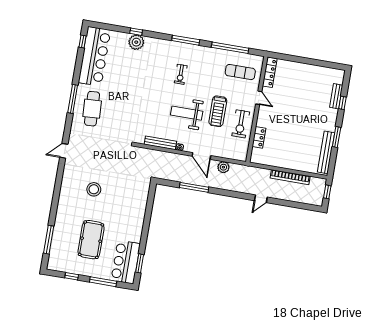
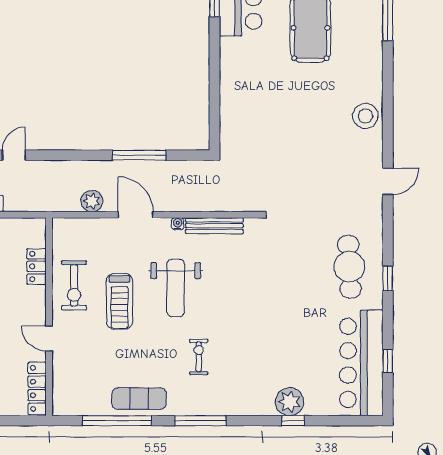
window: (83, 41) -> (388, 361), moved
exercise mat: (240, 72) -> (139, 399), moved
window: (73, 99) -> (388, 278), width x0.46
treadmill: (218, 111) -> (120, 301), turned 180
weight bench: (187, 113) -> (176, 288), turned 90
exercise bike: (241, 124) -> (74, 285), turned 180
stool: (94, 189) -> (365, 116), moved

